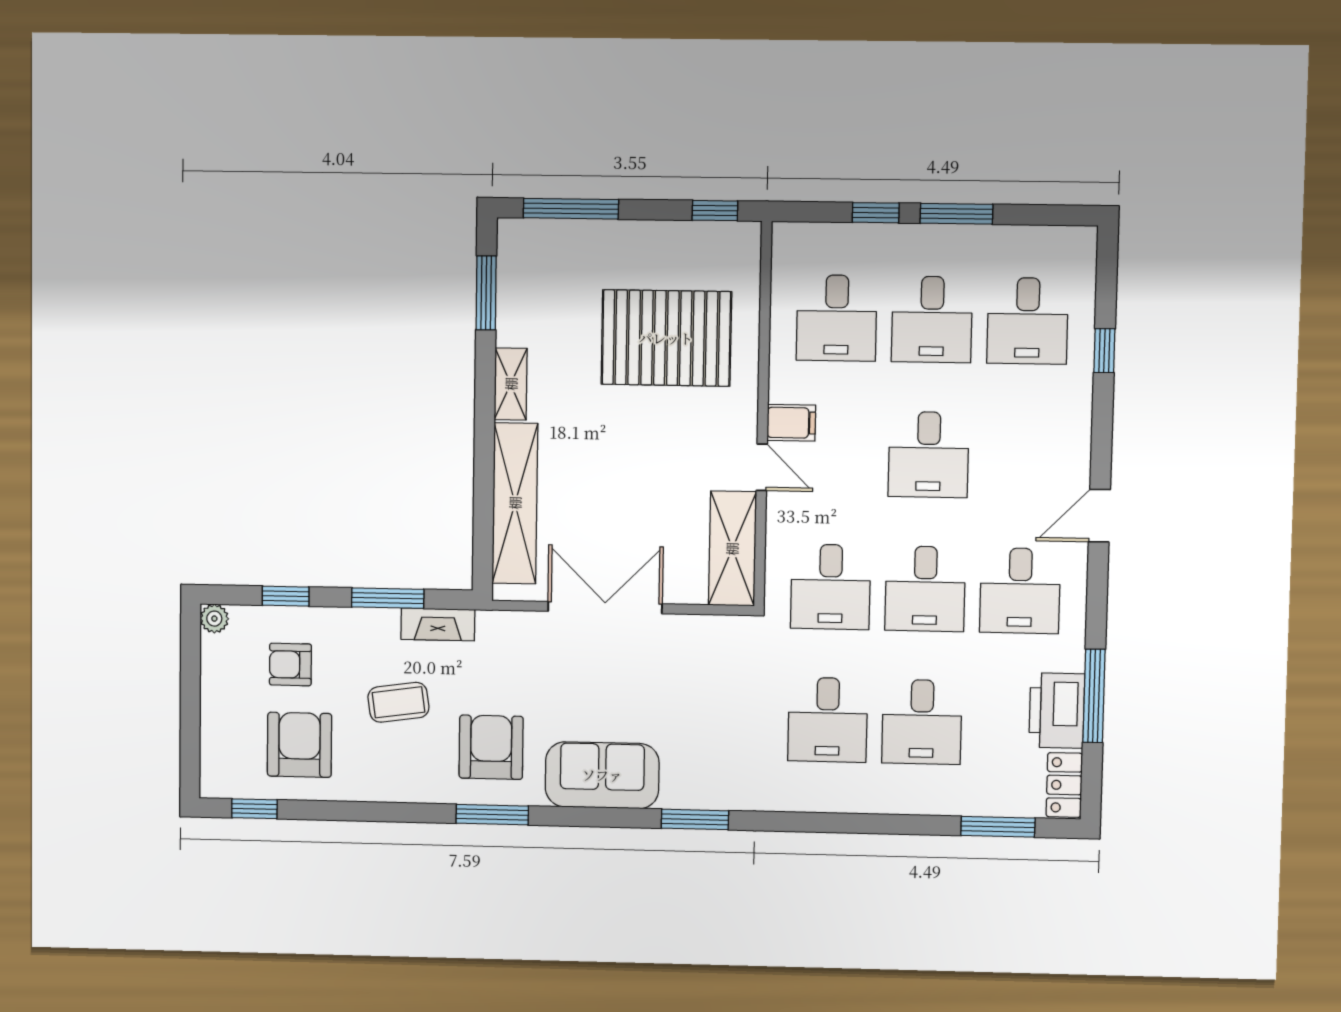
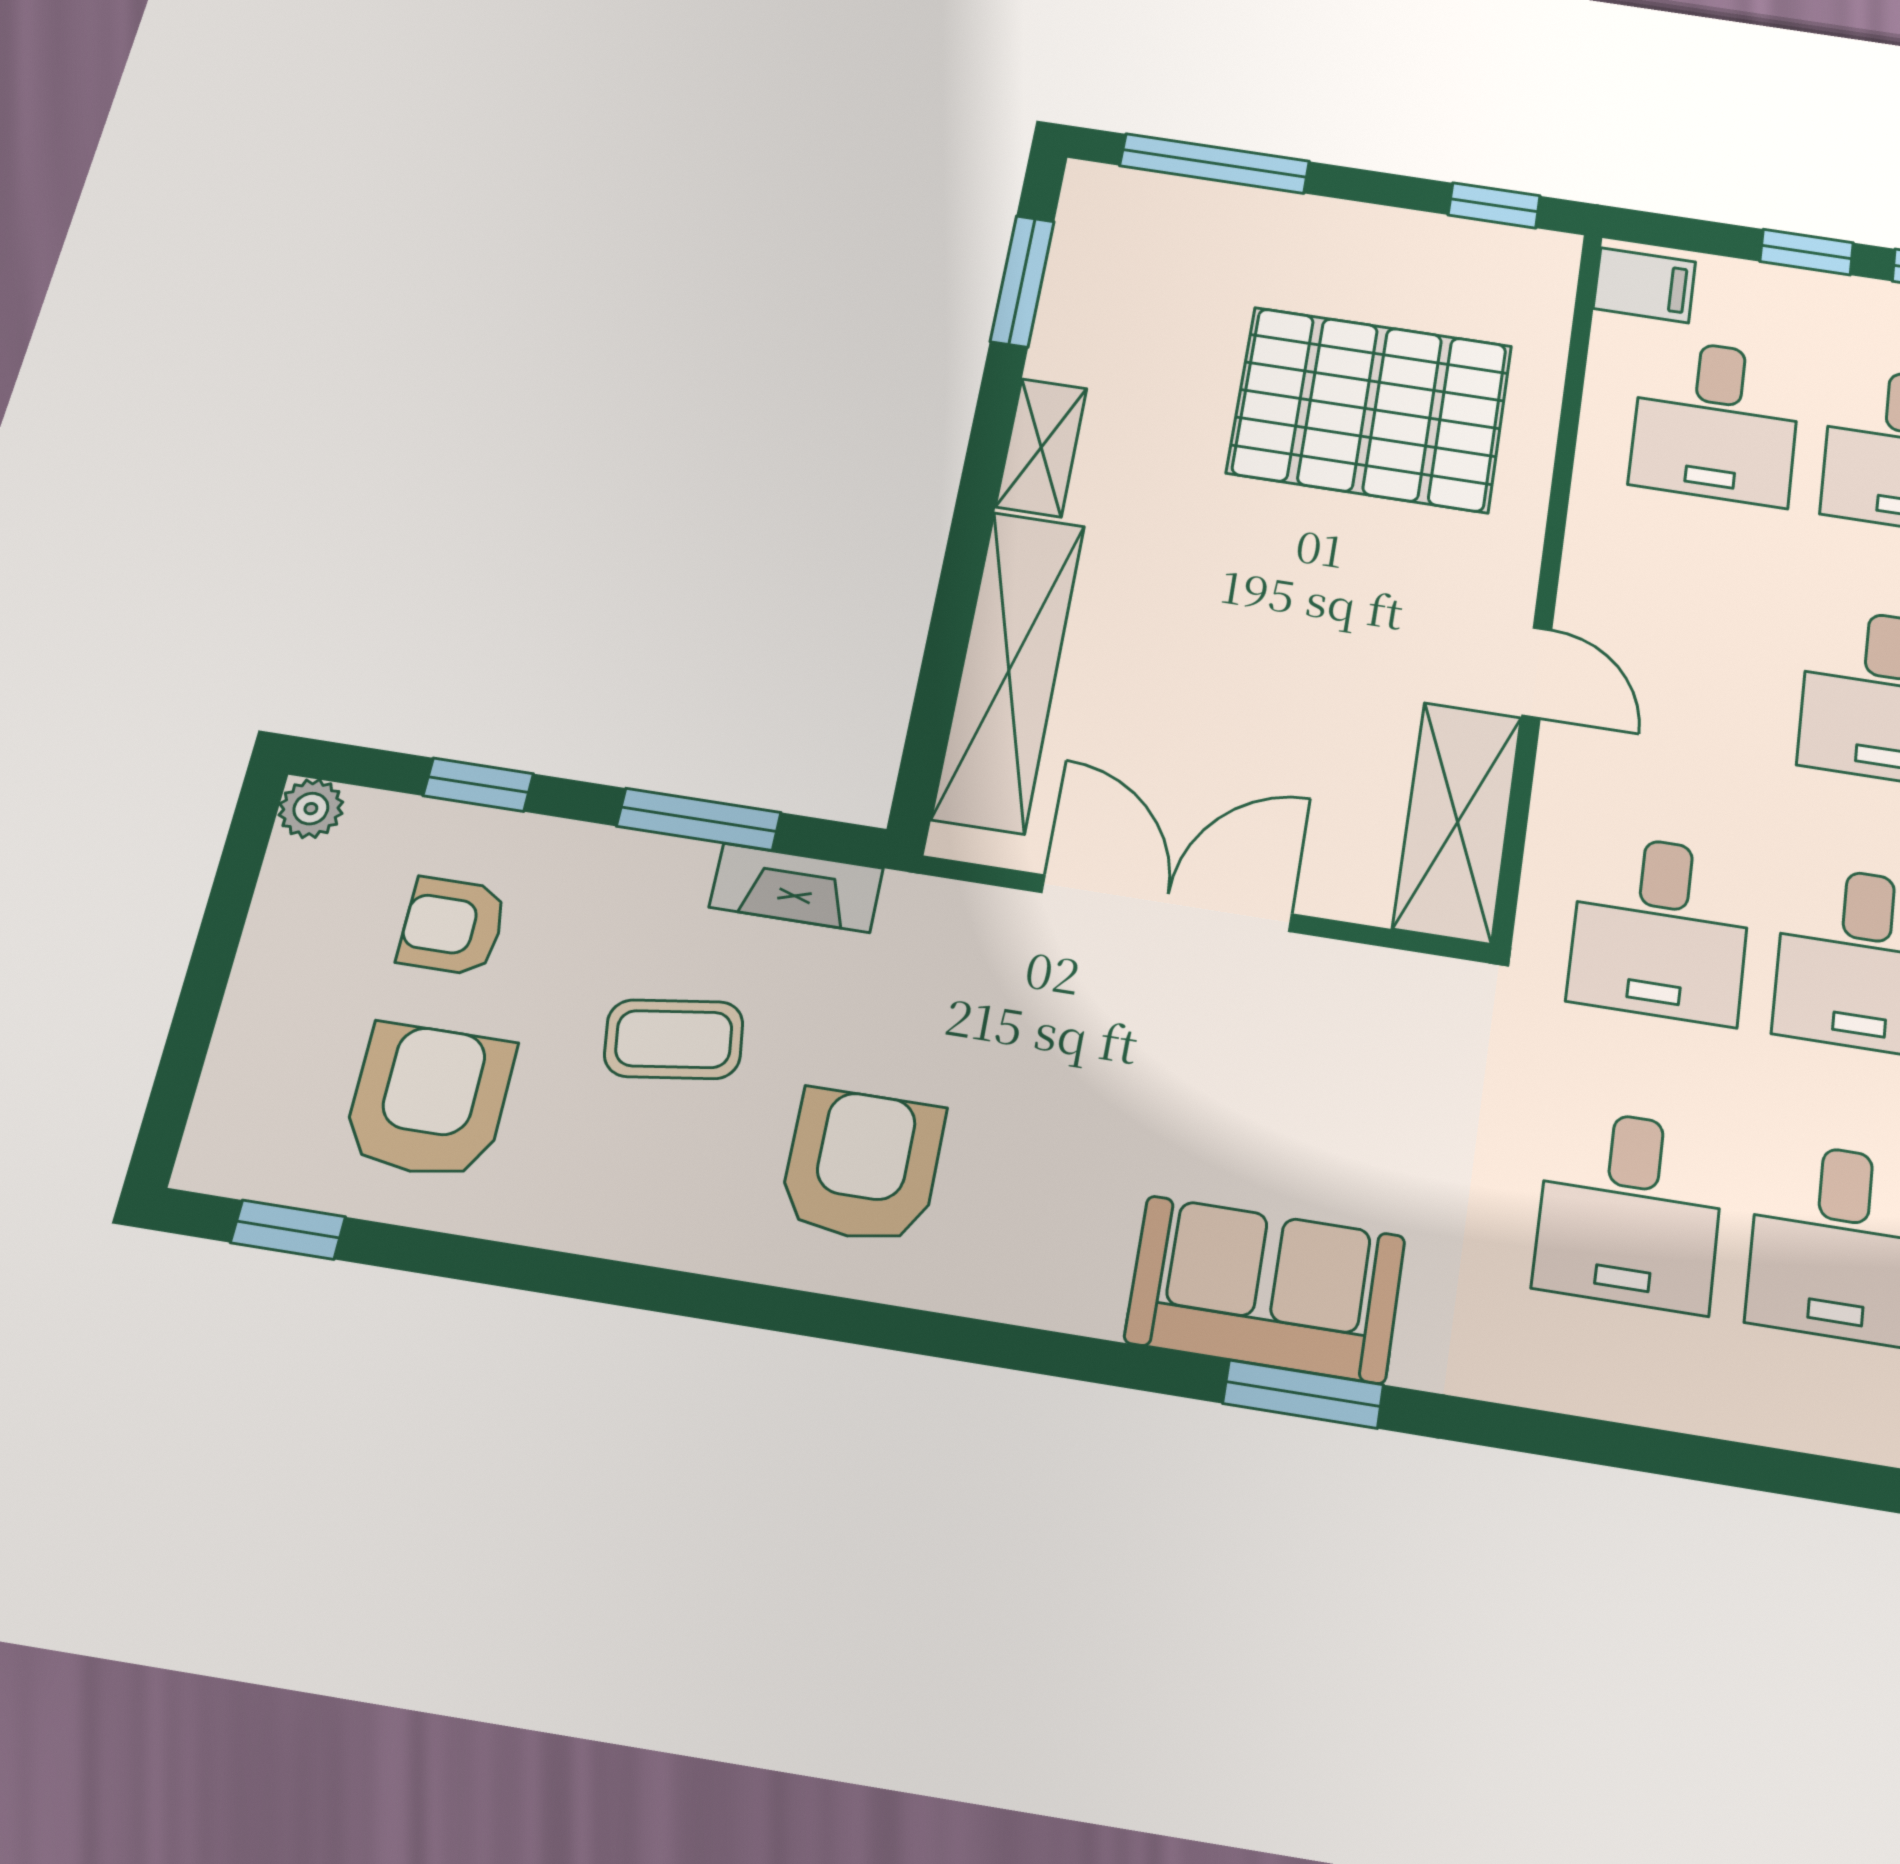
filing cabinet: (791, 423) -> (1644, 285), moved
sofa: (602, 775) -> (1265, 1289), moved
window: (492, 815) -> (835, 1318), removed

